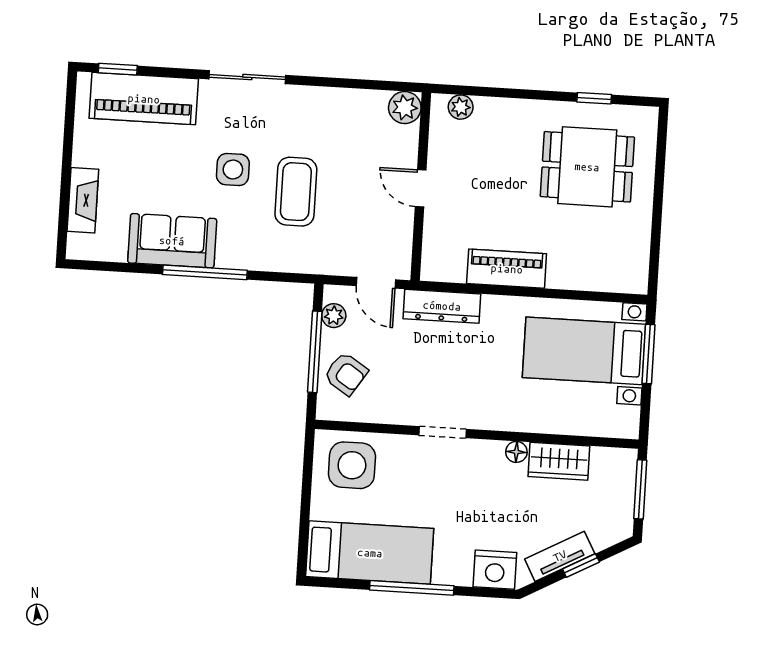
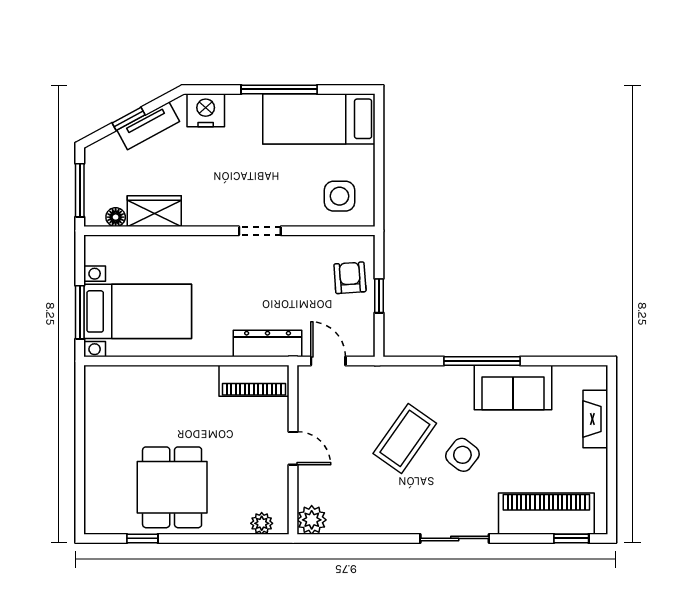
dining table: (587, 167) -> (172, 487), moved, turned 90
side table: (233, 169) -> (462, 455), turned 38
coffee table: (296, 192) -> (405, 438), turned 35
piano: (507, 269) -> (254, 381), moved
plant: (334, 316) -> (364, 329), removed
window: (315, 352) -> (379, 296), width x0.46
armchair: (346, 374) -> (350, 278), turned 53
floor lamp: (516, 452) -> (116, 217), moved
side table: (352, 465) -> (340, 196), width x0.73, depth x0.73

